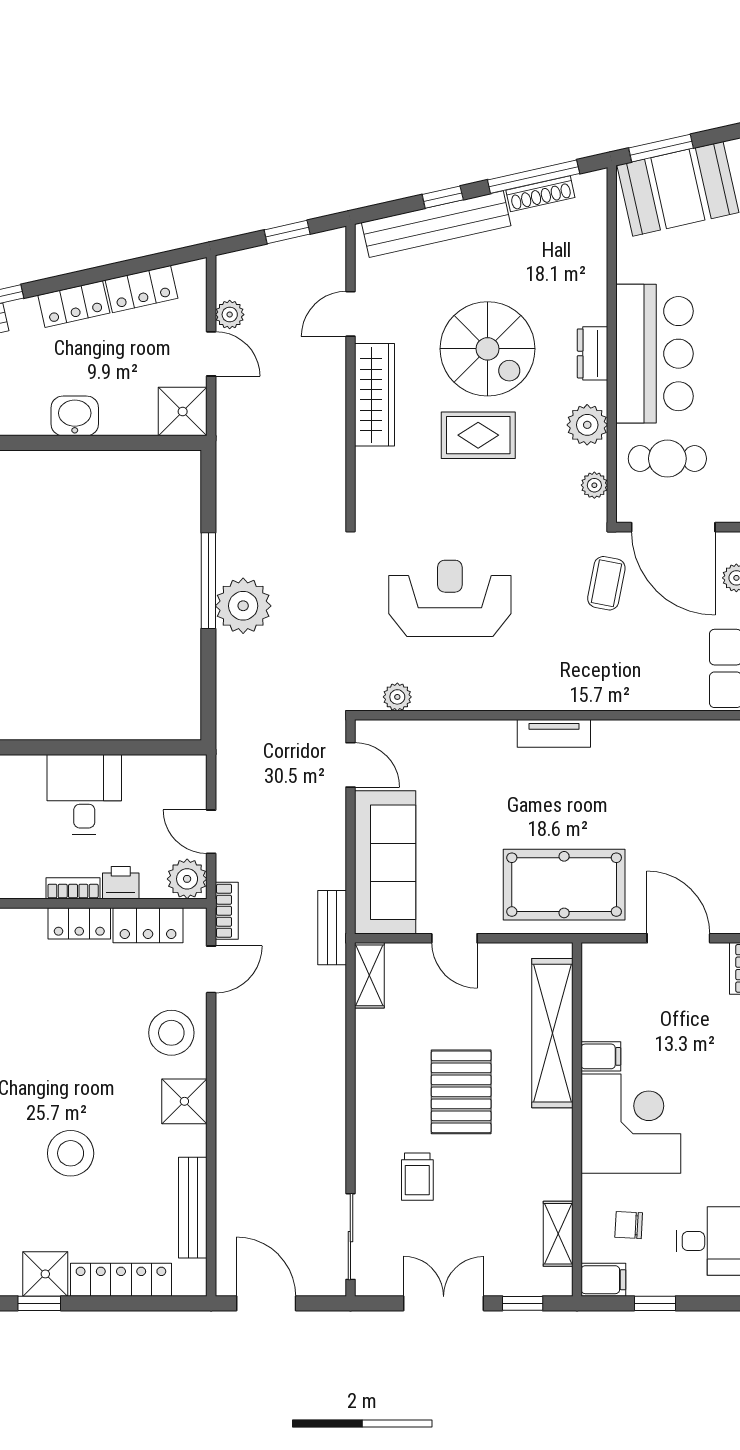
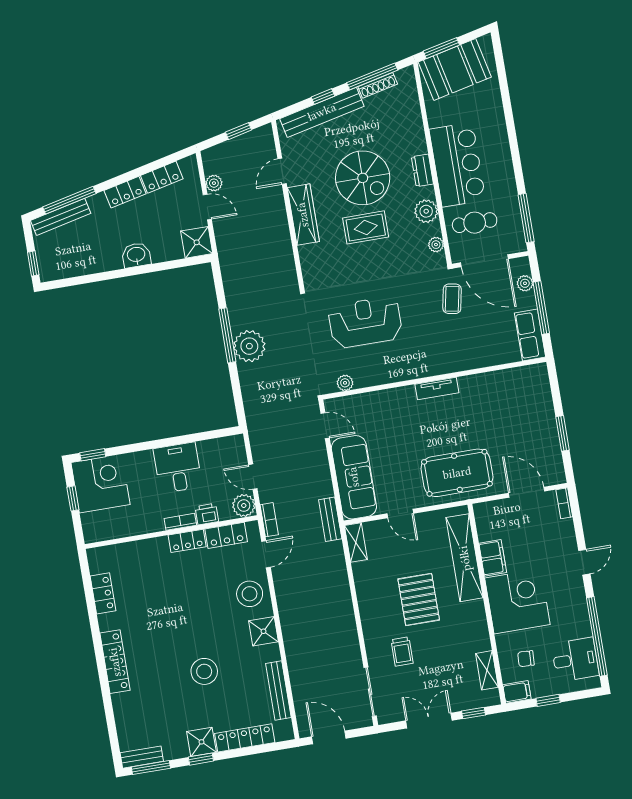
filing cabinet: (601, 1056) -> (493, 558), width x2.00

